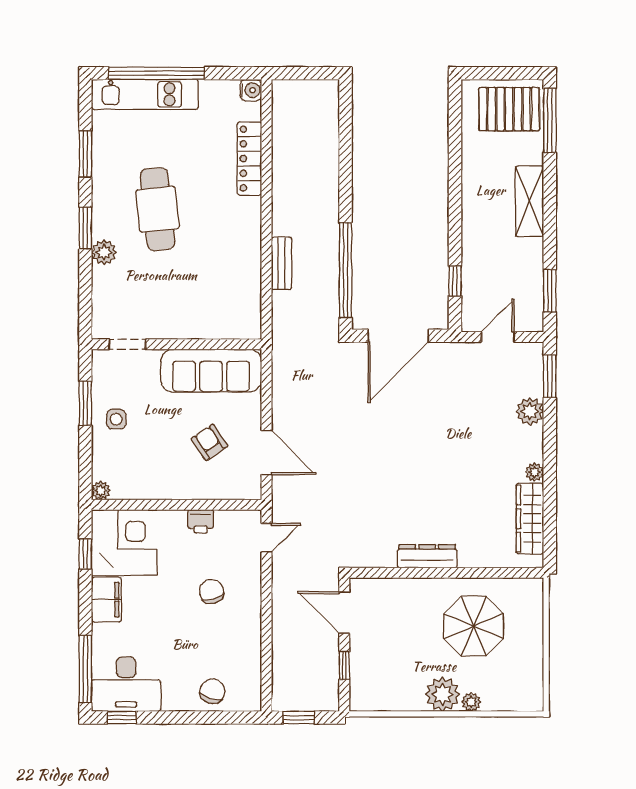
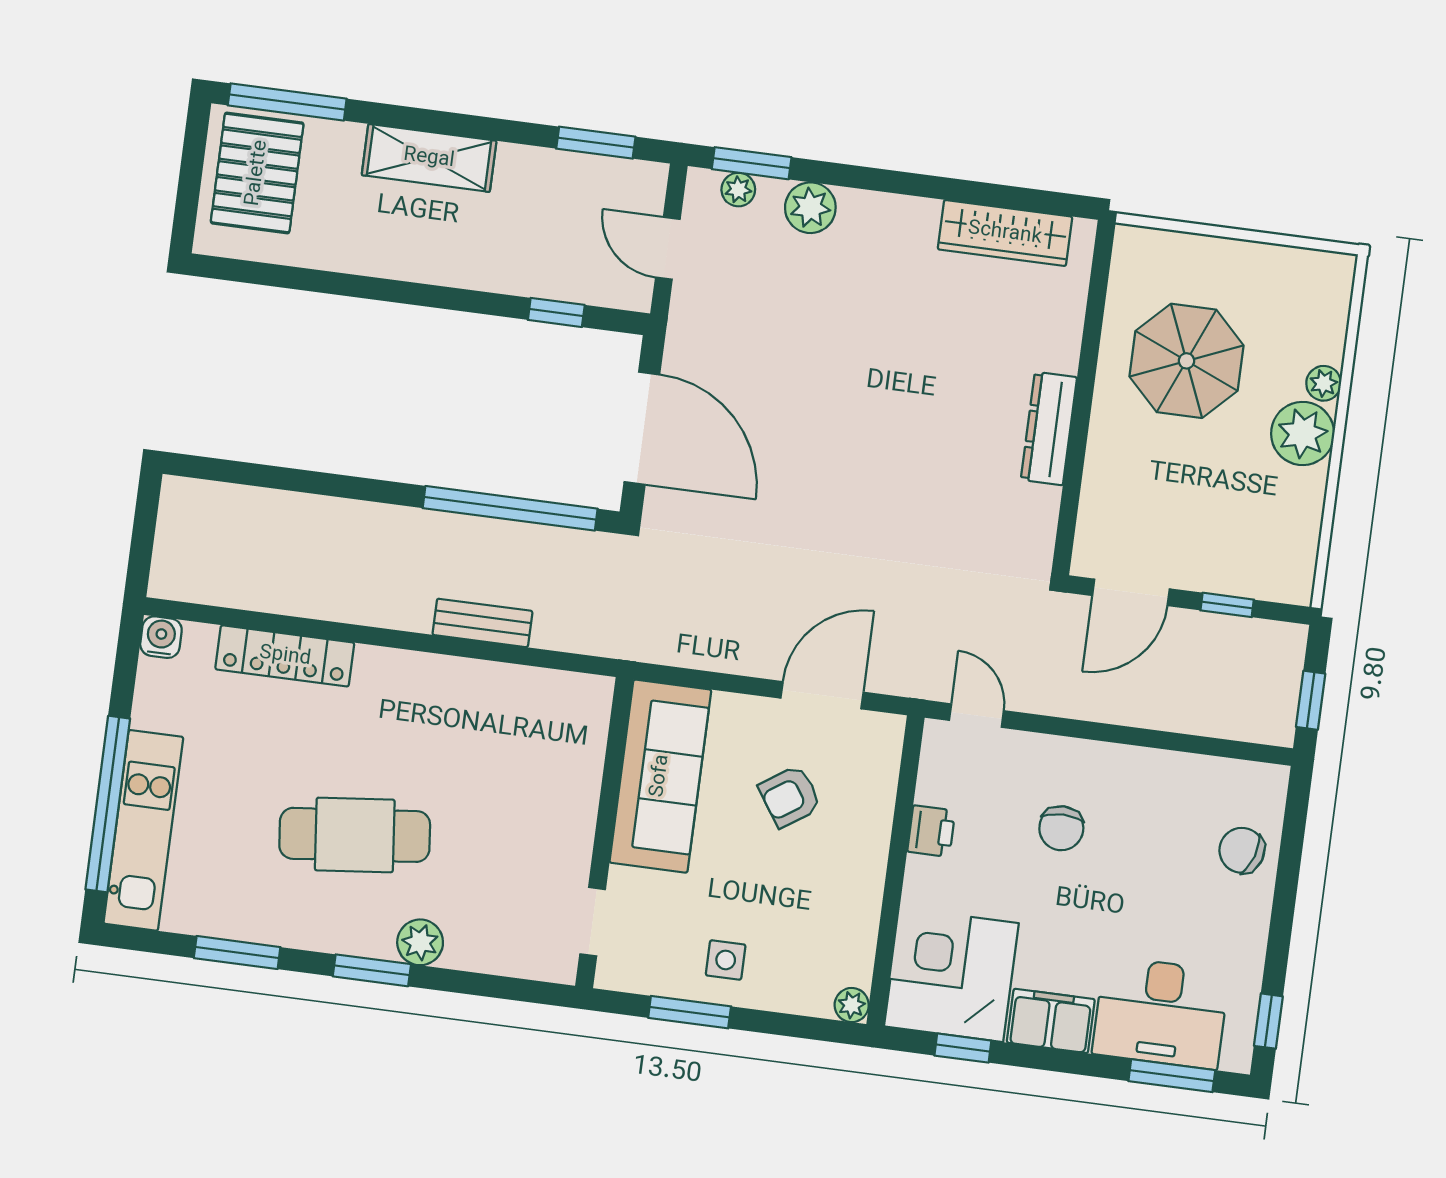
plant: (534, 472) -> (738, 190), moved
chair: (211, 592) -> (1061, 828), turned -74
window: (85, 669) -> (1172, 1076), width x0.69
desk: (126, 684) -> (1161, 1013), moved, turned 90

